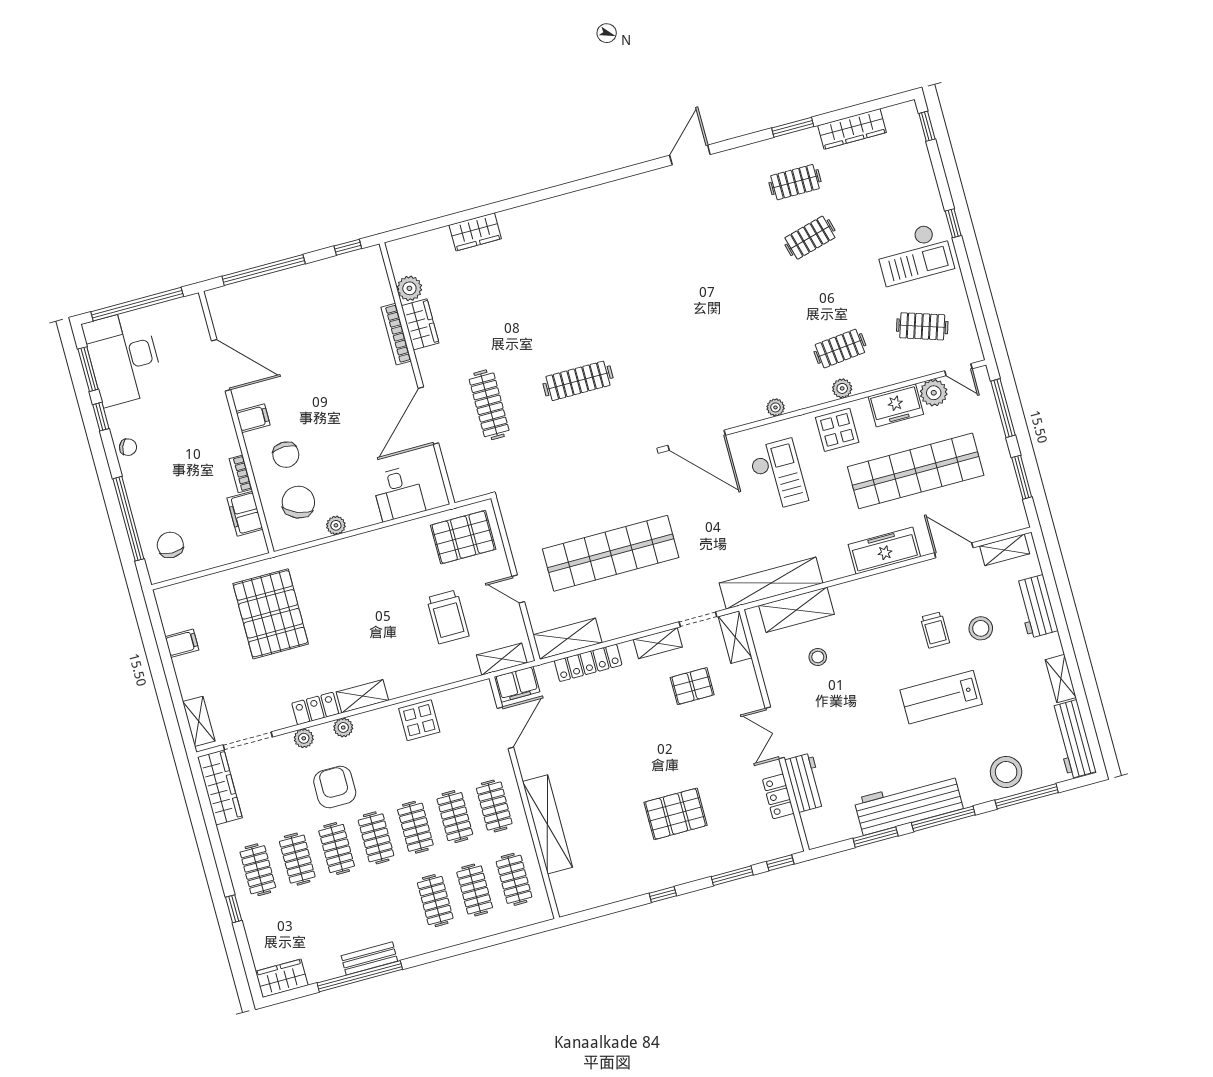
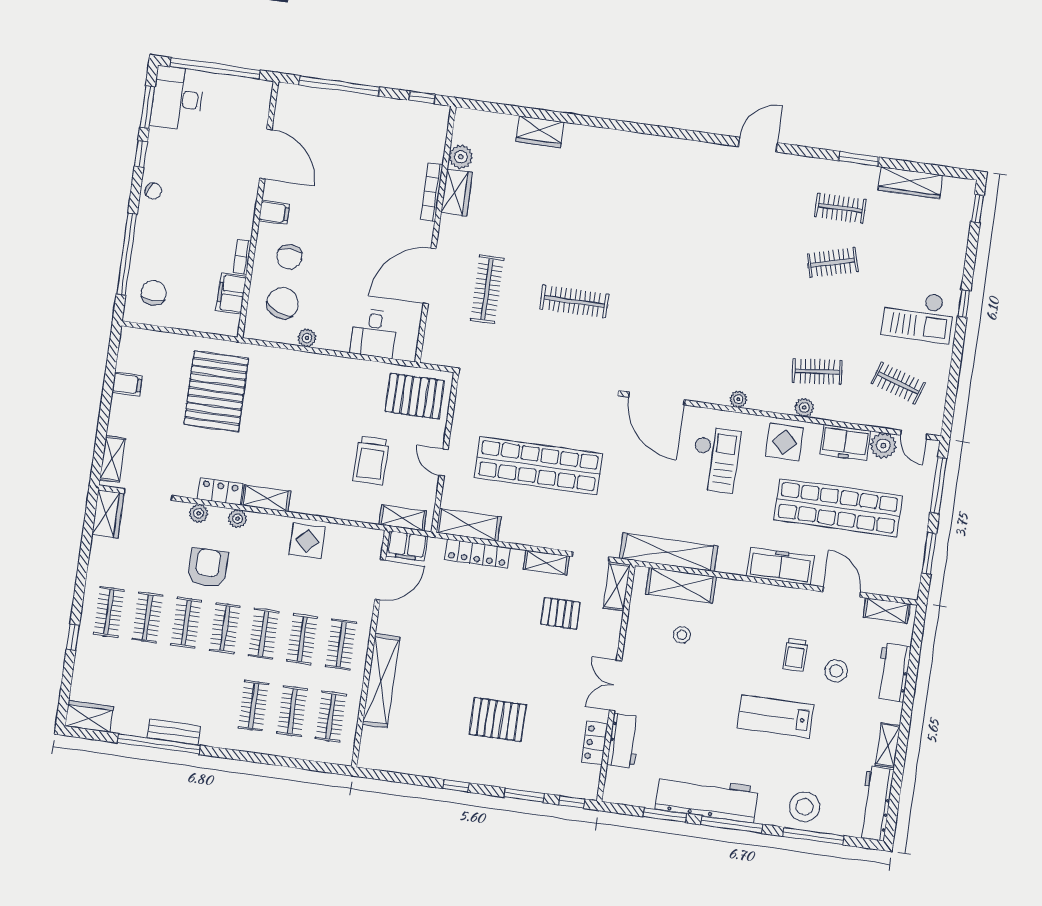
desk: (124, 358) -> (177, 98), width x0.73, depth x0.77
wardrobe: (220, 787) -> (108, 514), width x0.67

